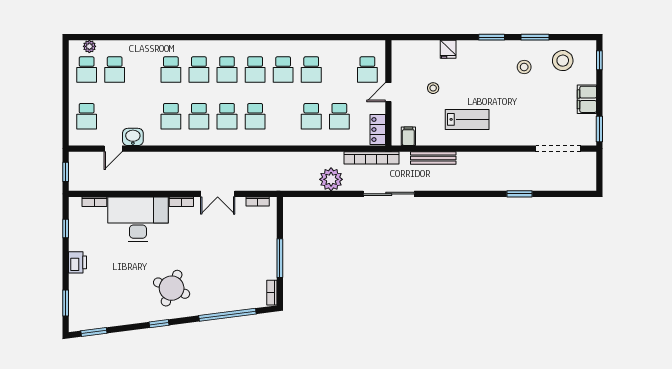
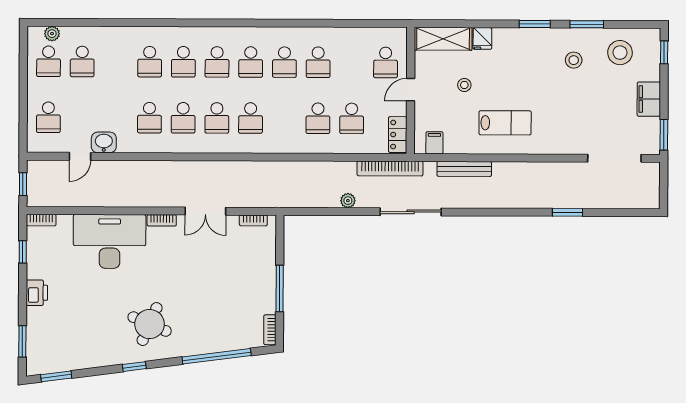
shelving: (415, 50) -> (443, 39), added
plant: (331, 179) -> (348, 201), width x0.53, depth x0.53
bookcase: (94, 202) -> (41, 220), moved

